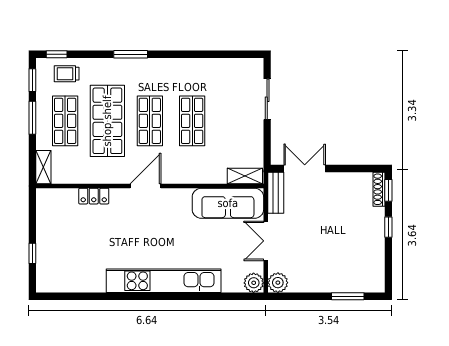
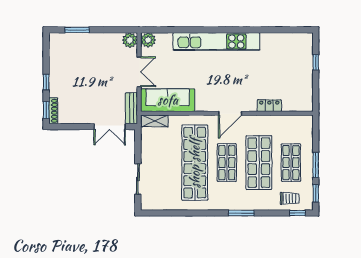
shop shelf: (192, 121) -> (195, 163), width x2.00, depth x1.36
shelving: (43, 167) -> (307, 128), removed

